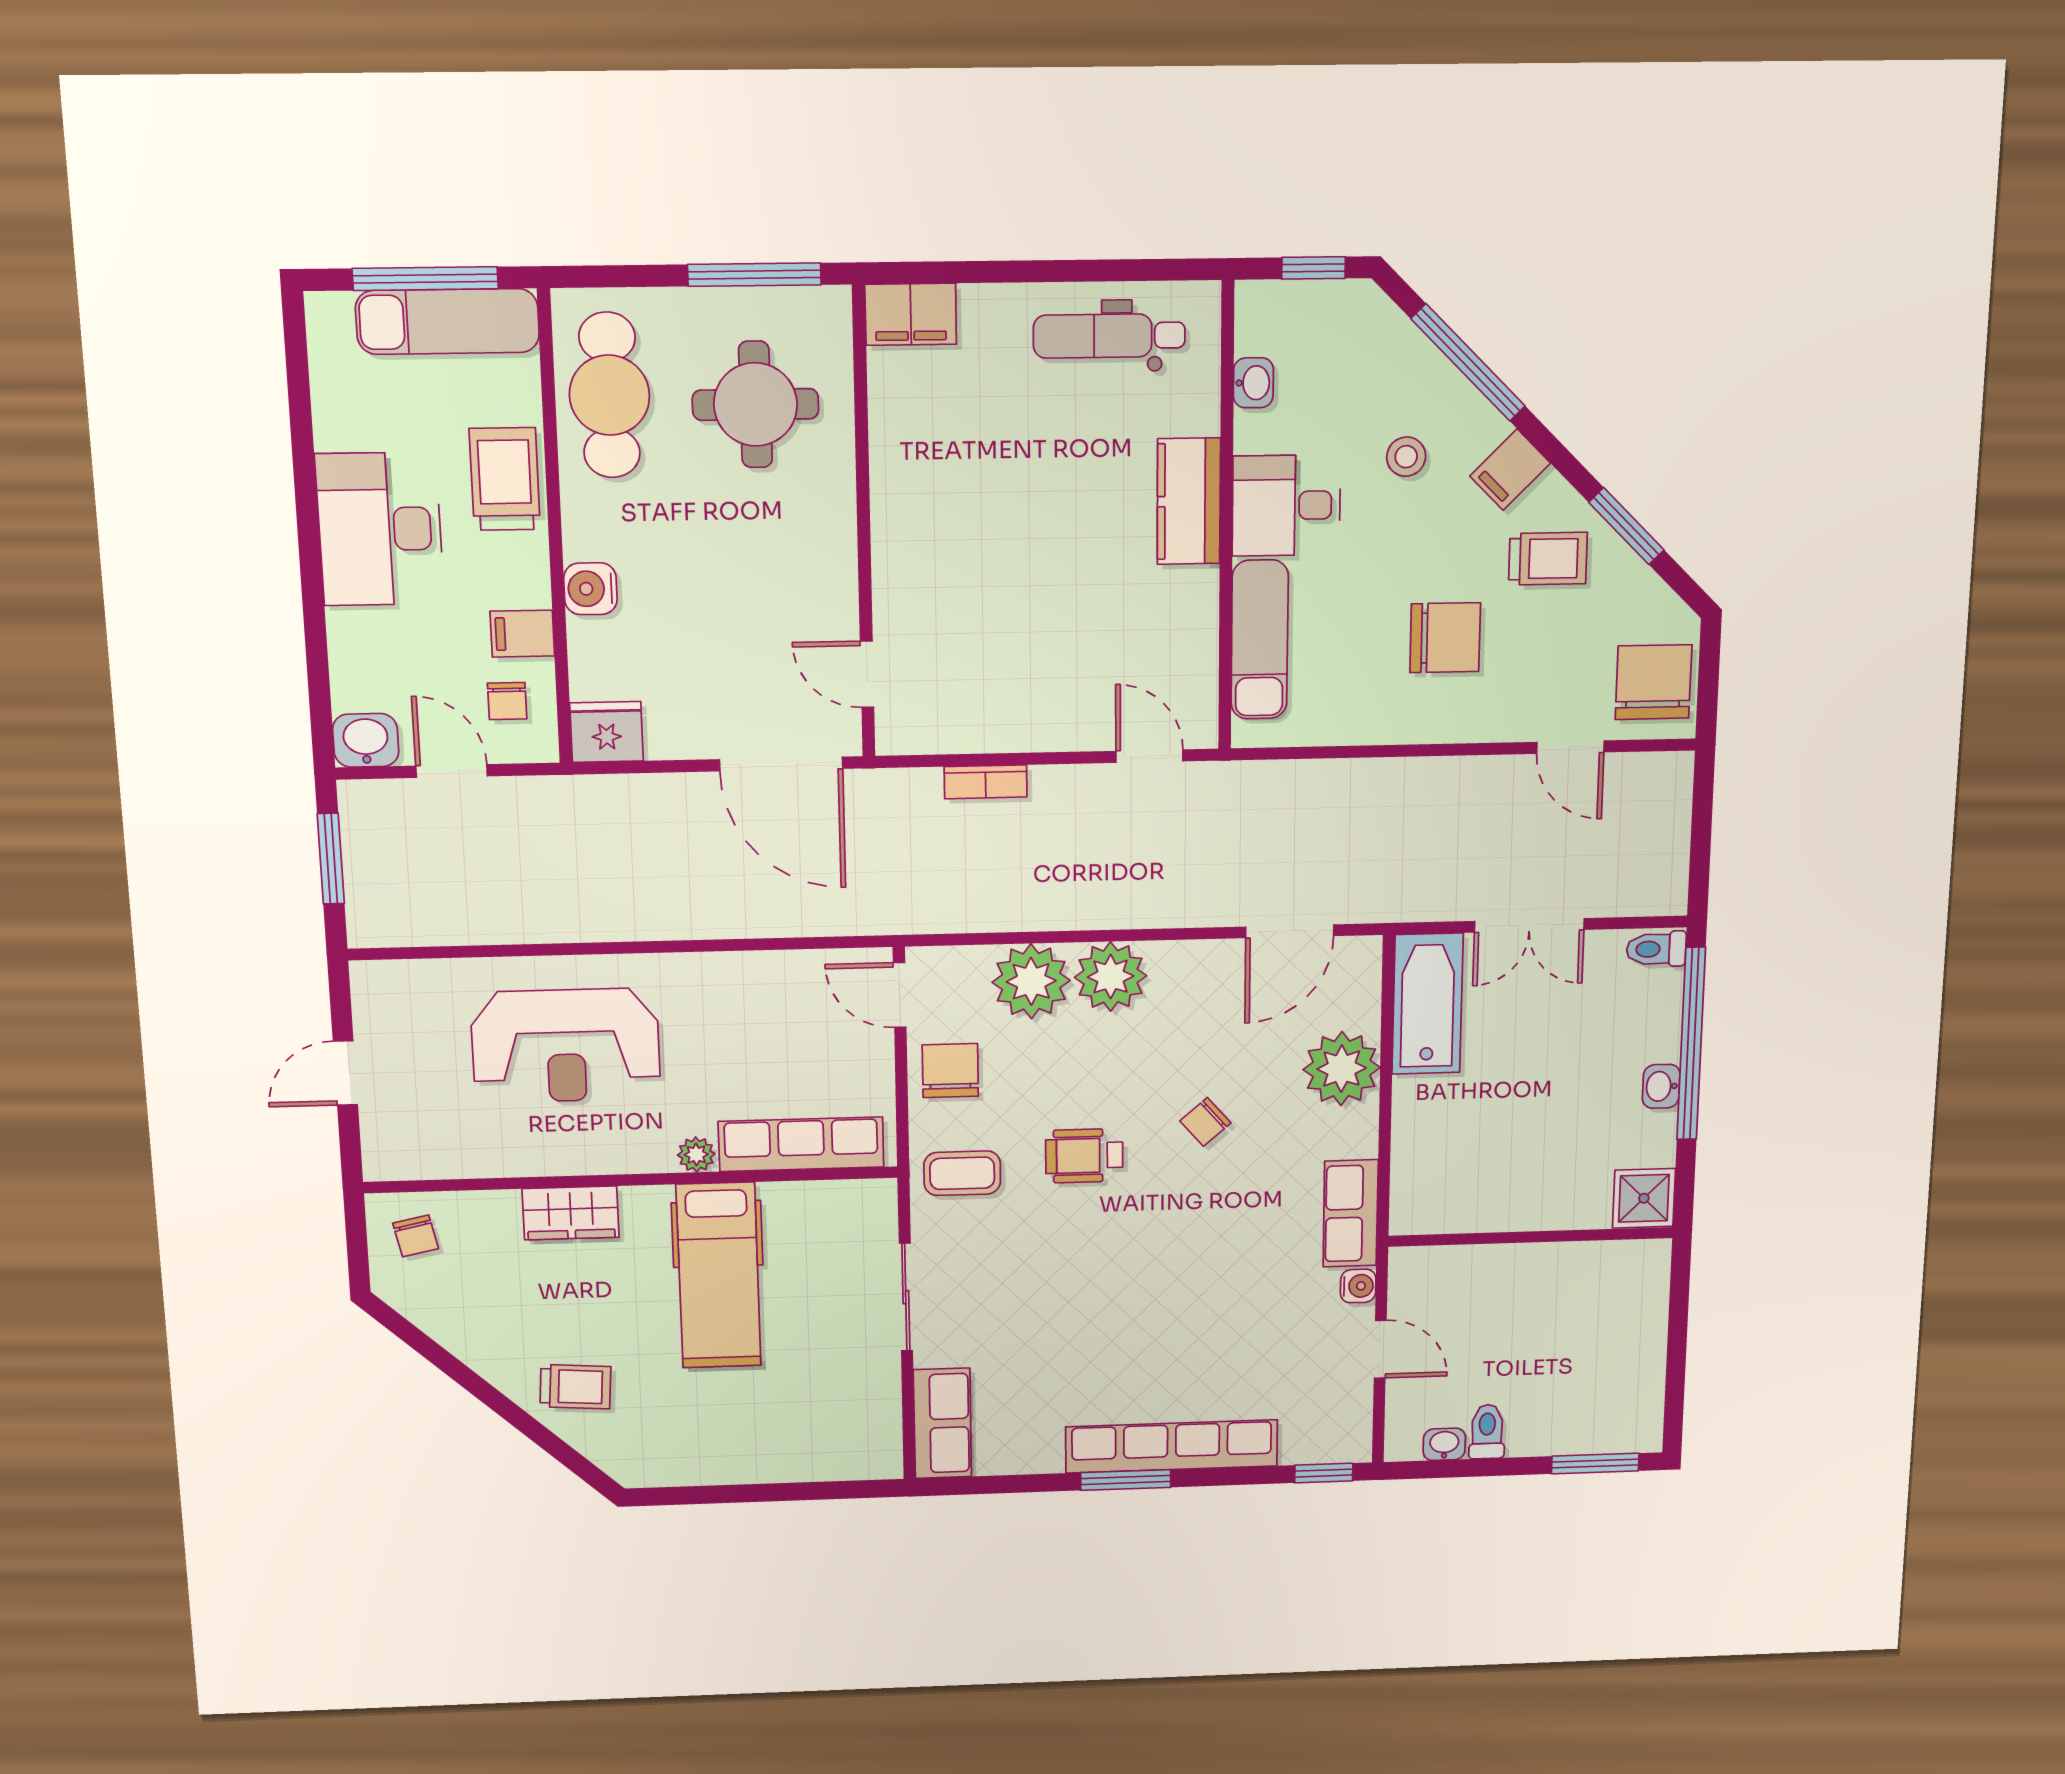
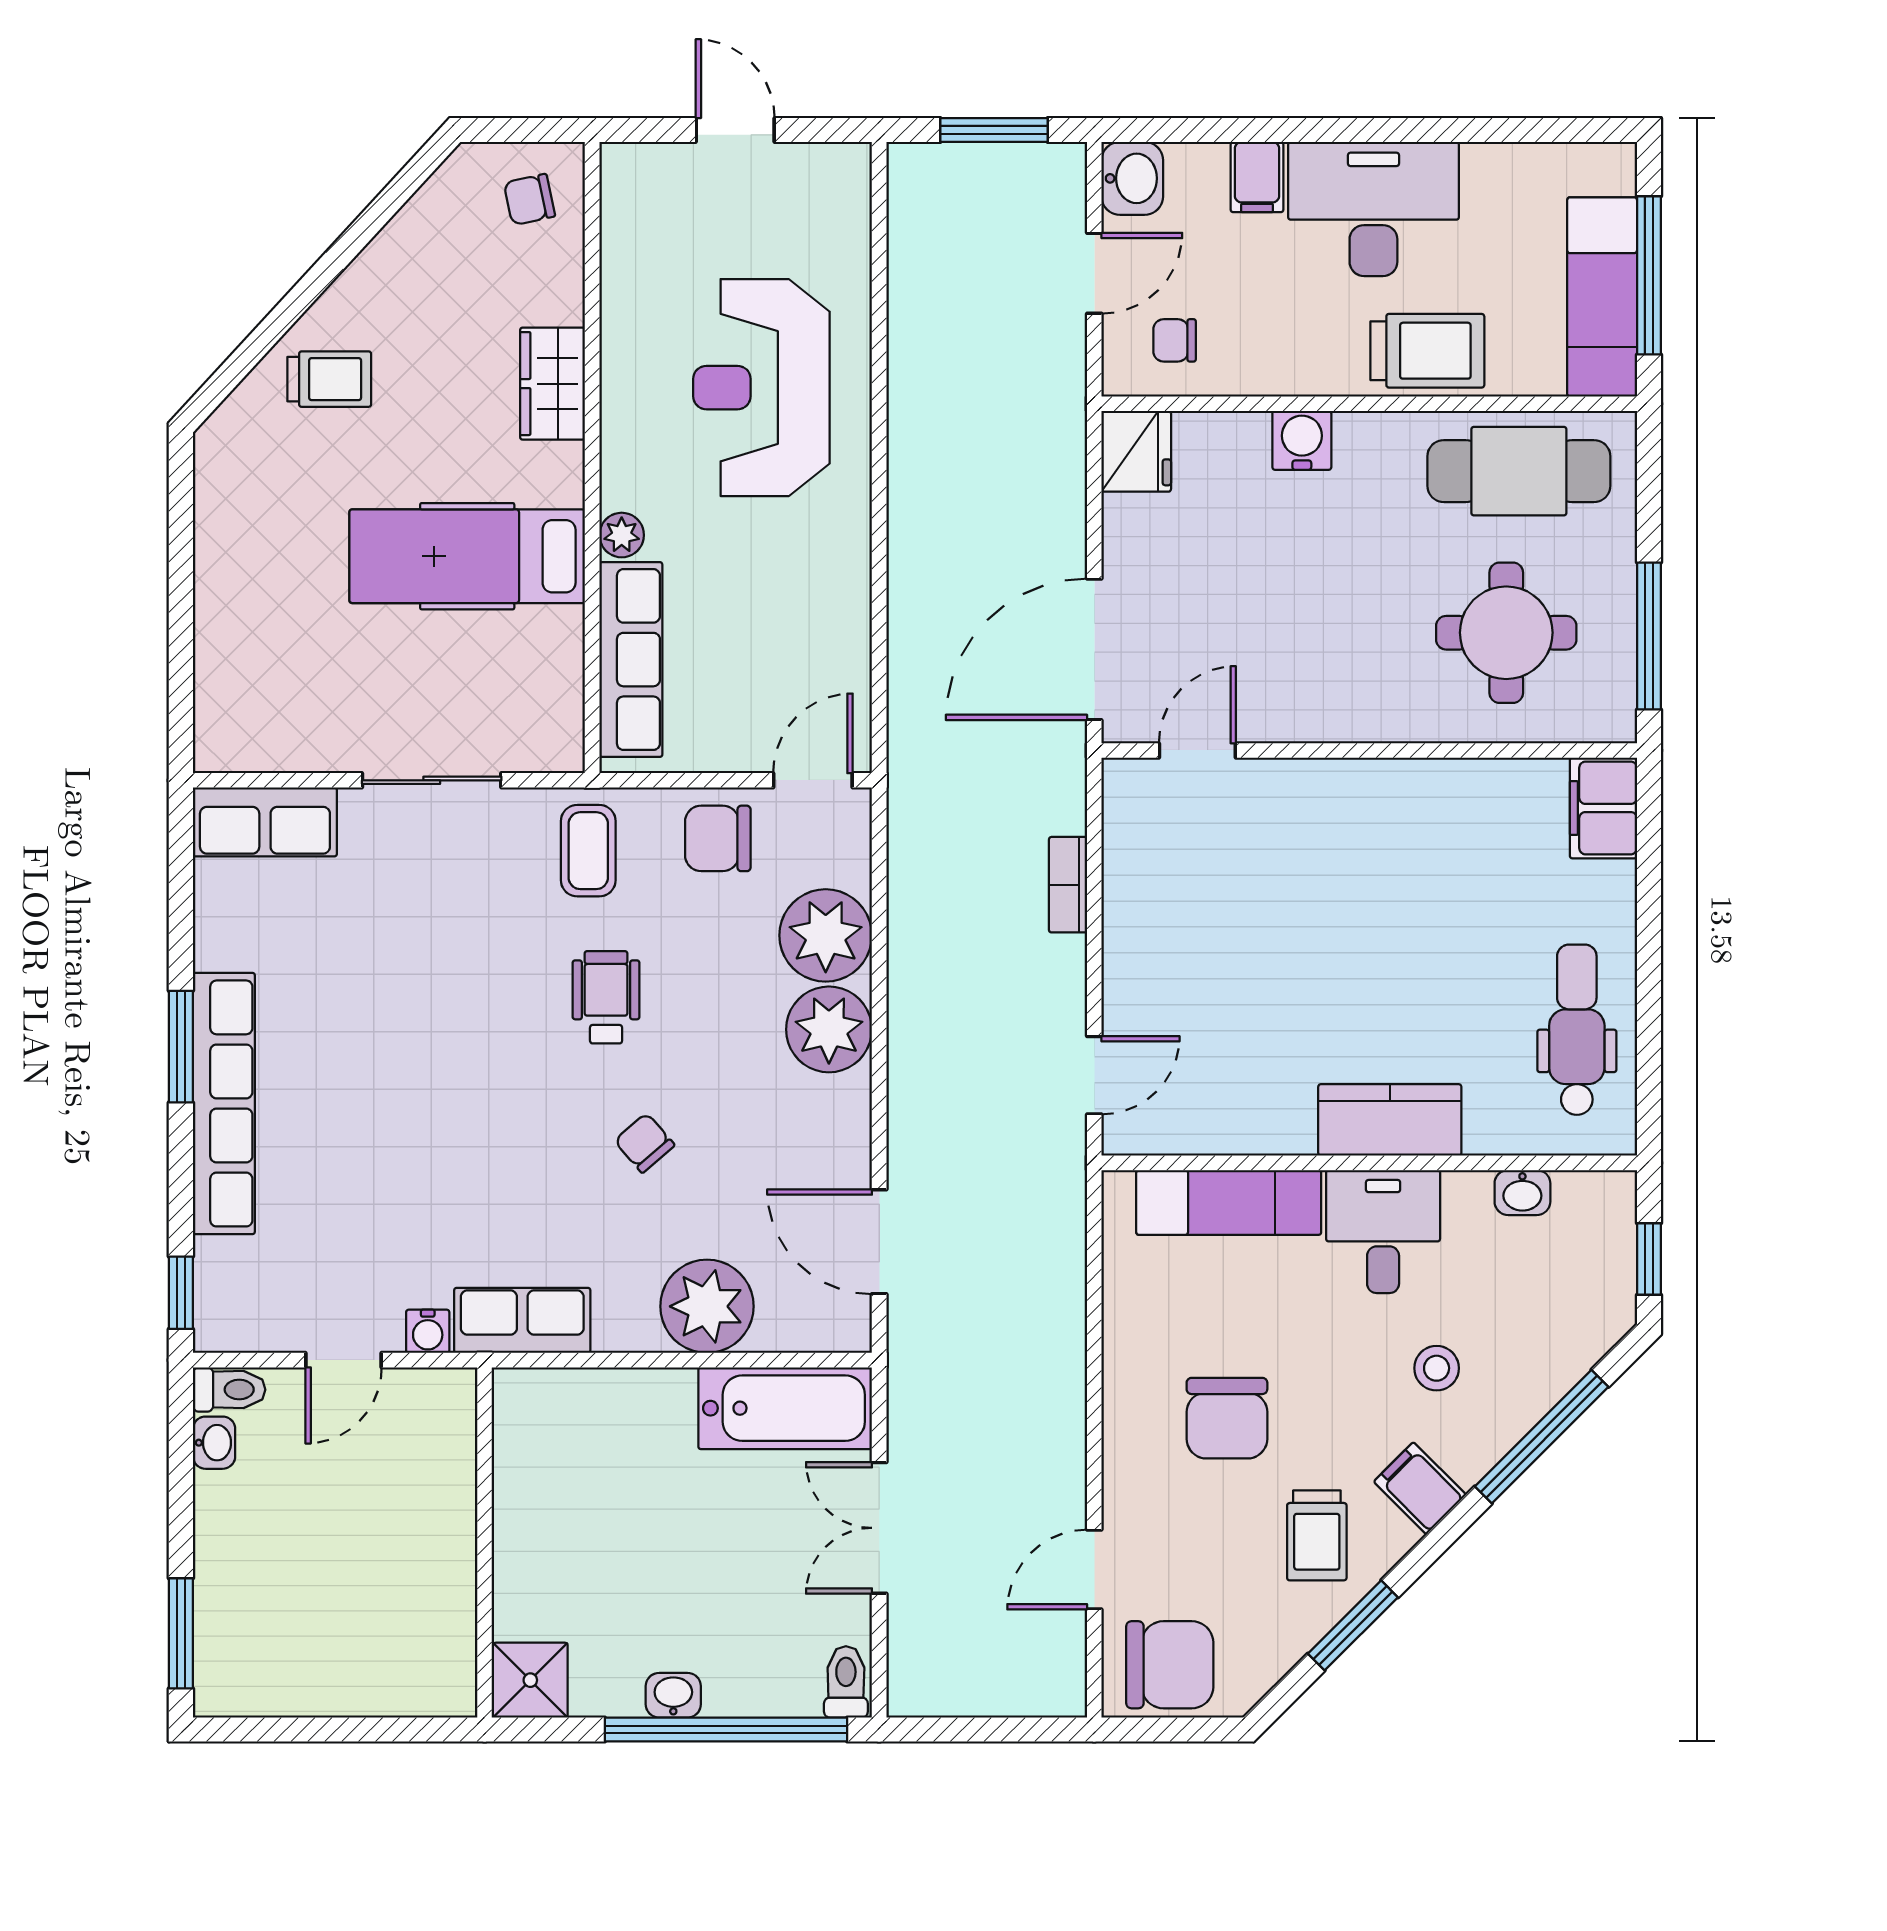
filing cabinet: (522, 634) -> (1257, 177), moved, turned 180
chair: (950, 1071) -> (718, 838), turned 180
trolley: (575, 1387) -> (329, 379), turned -94
toilet: (1487, 1432) -> (229, 1390), moved

